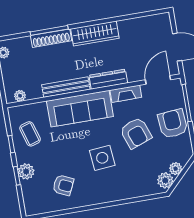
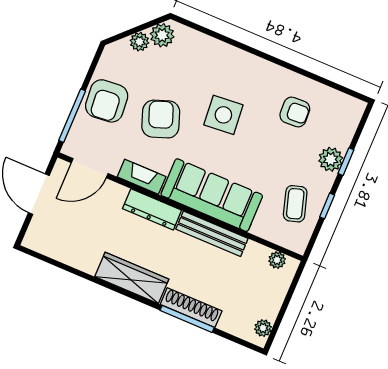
armchair: (63, 185) -> (295, 112), turned 152

